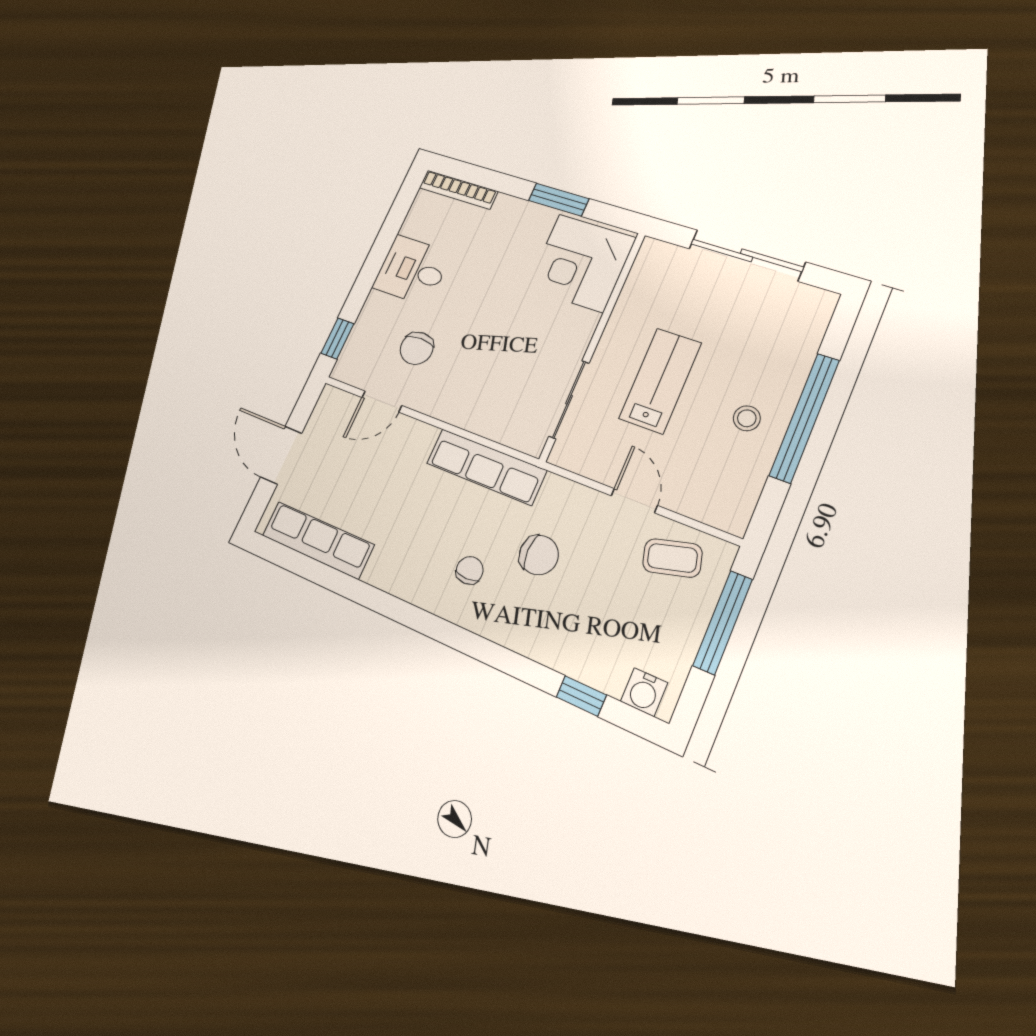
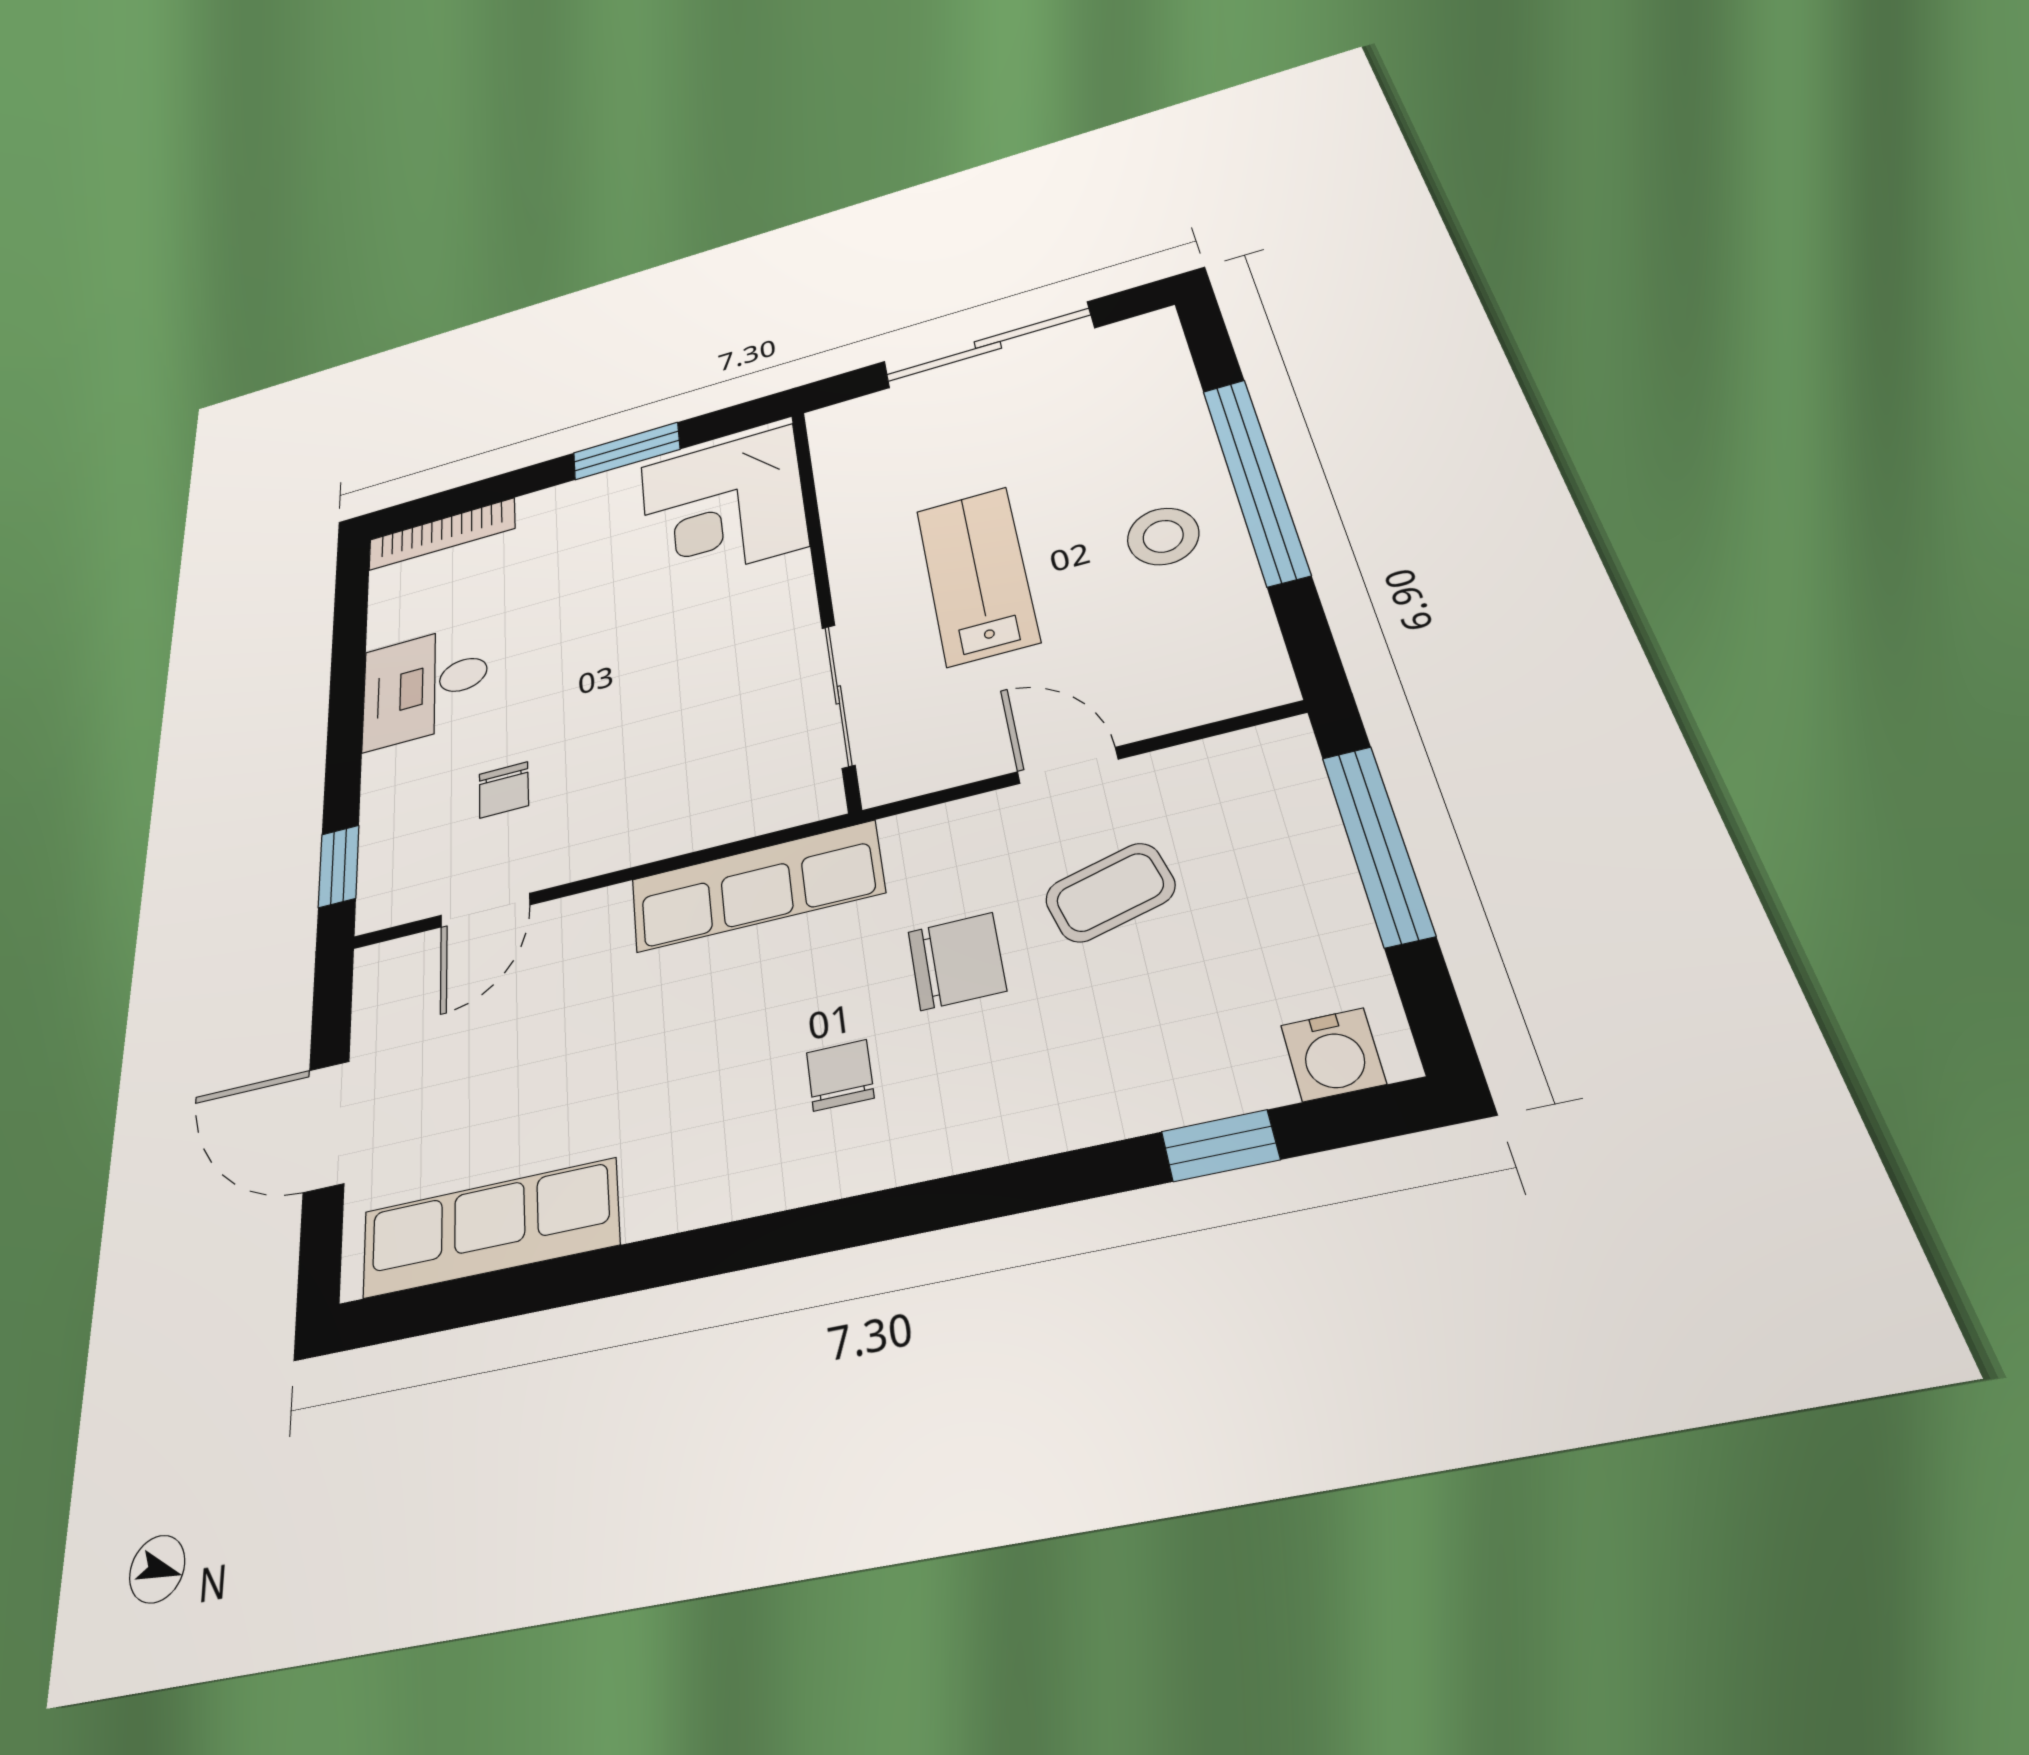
chair: (417, 348) -> (504, 790), width x0.73, depth x0.73
stool: (747, 418) -> (1163, 536), width x1.37, depth x1.37
coffee table: (672, 558) -> (1110, 892), moved

